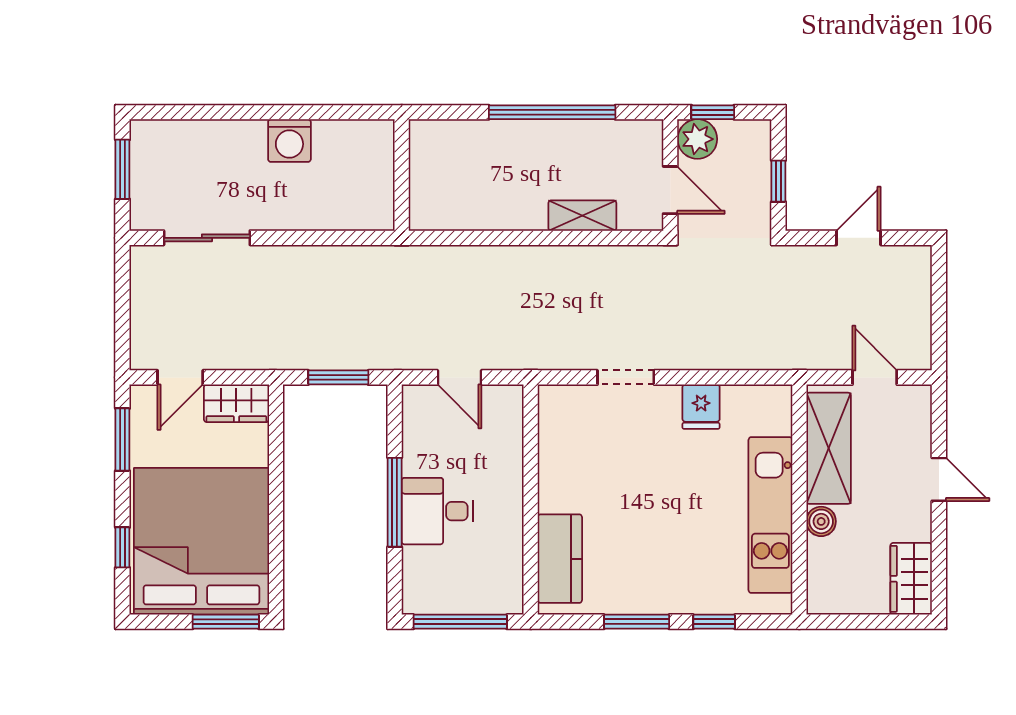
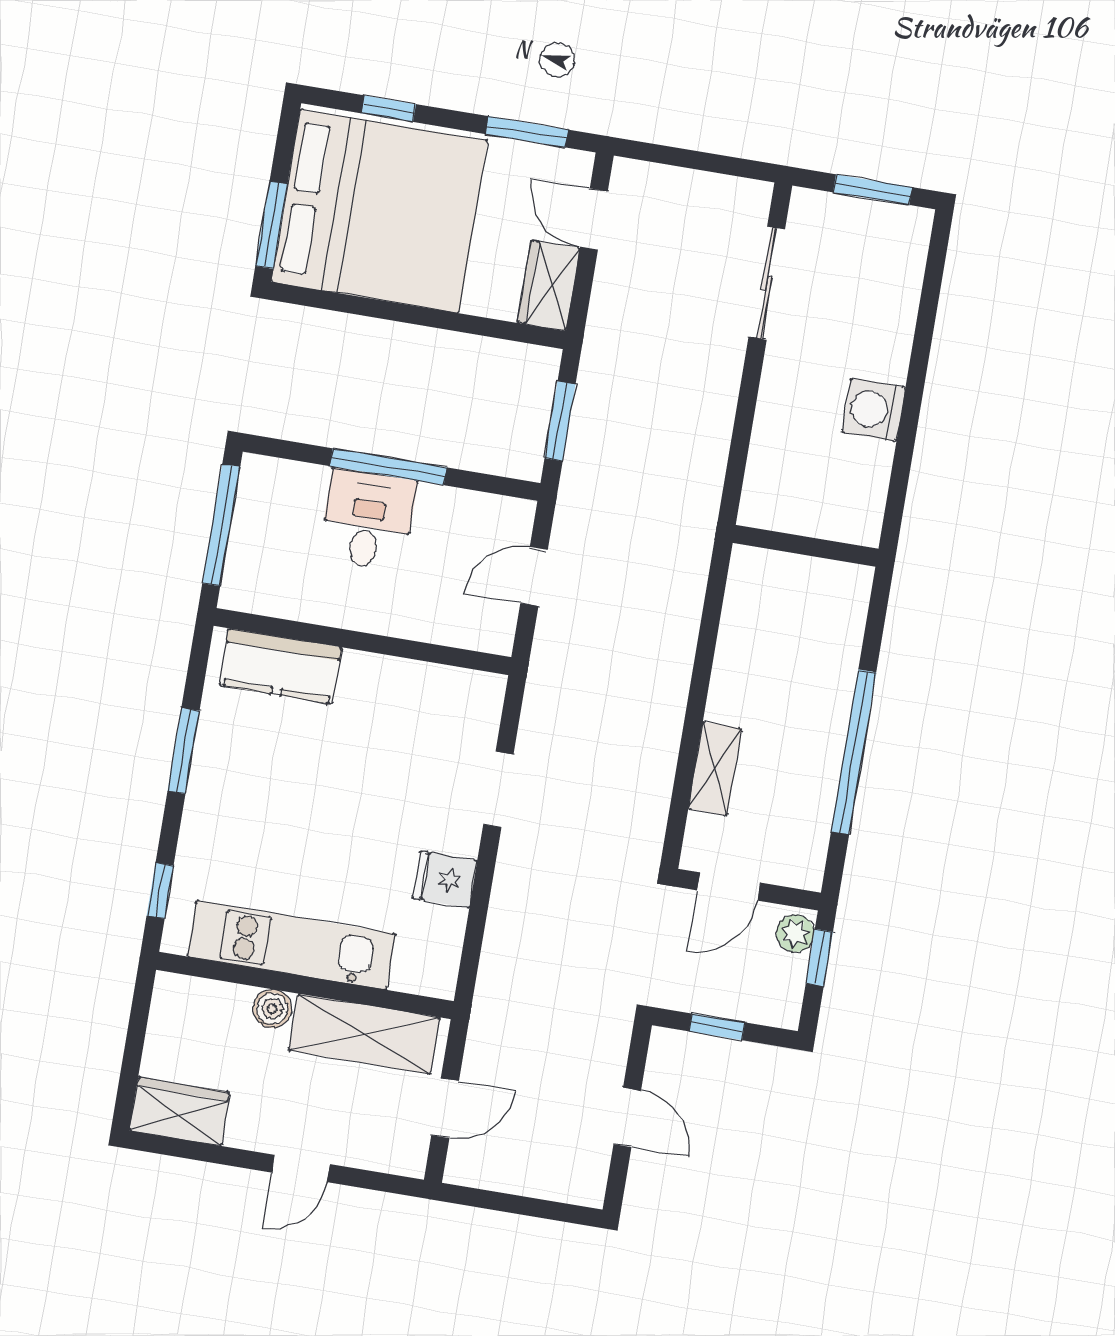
plant: (697, 139) -> (795, 933), width x0.73, depth x0.73
window: (714, 622) -> (160, 891), moved

